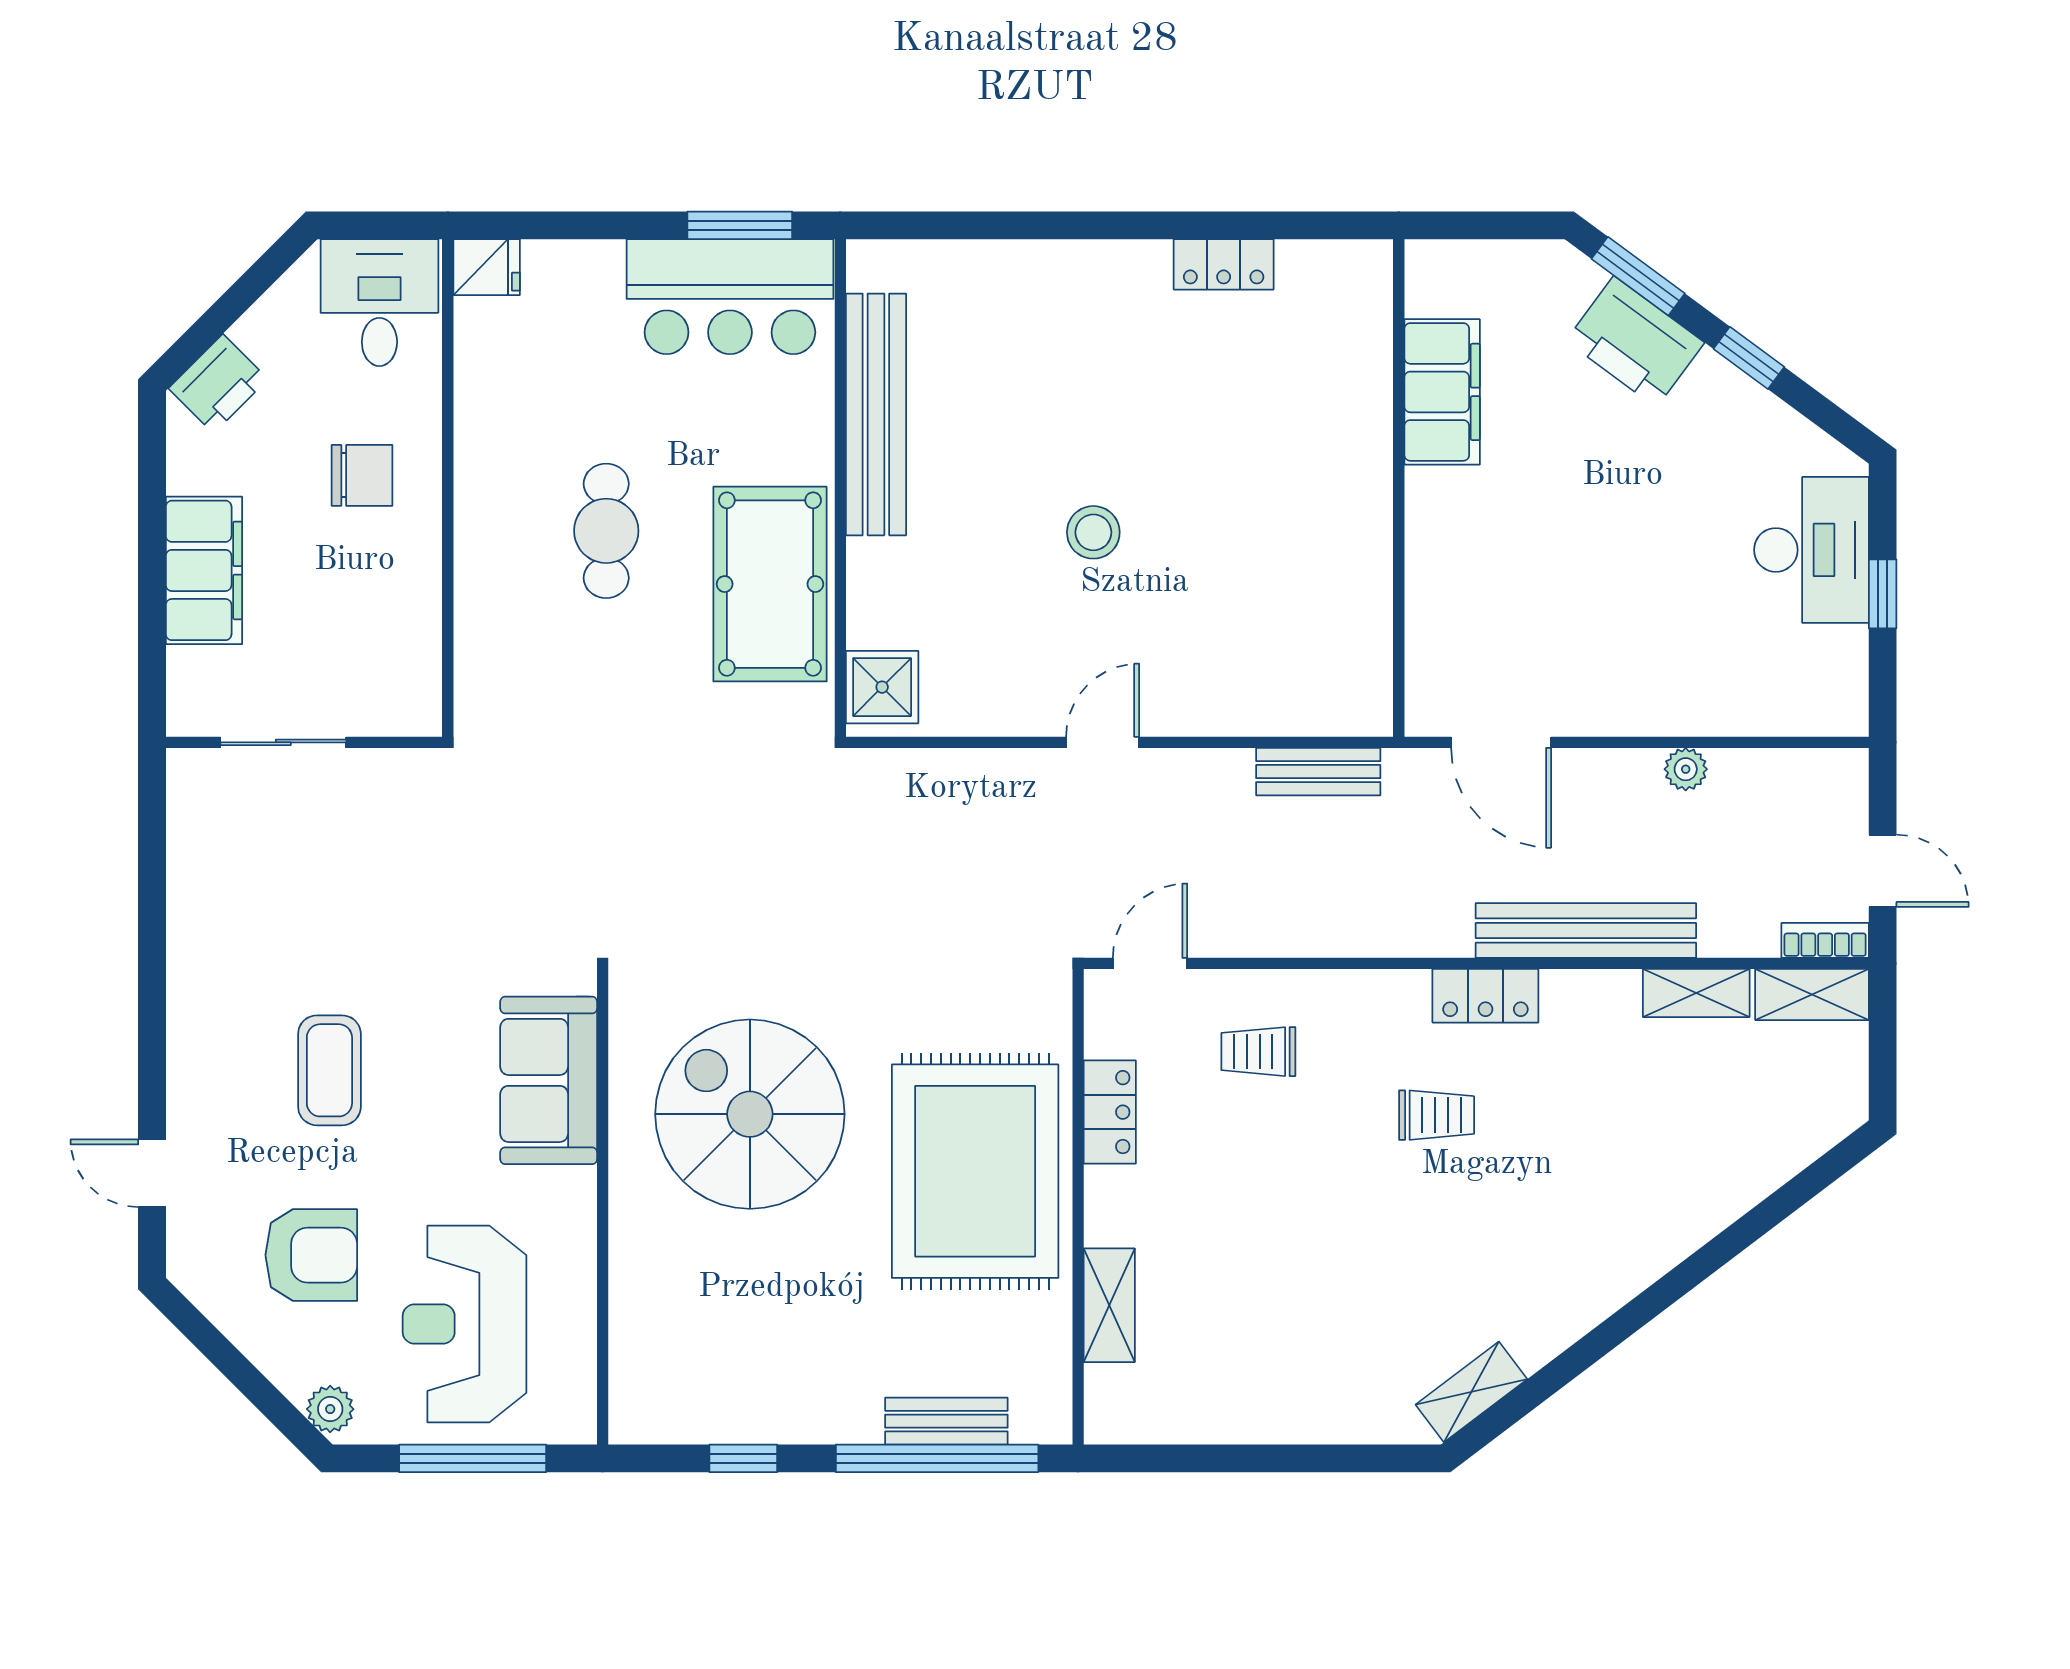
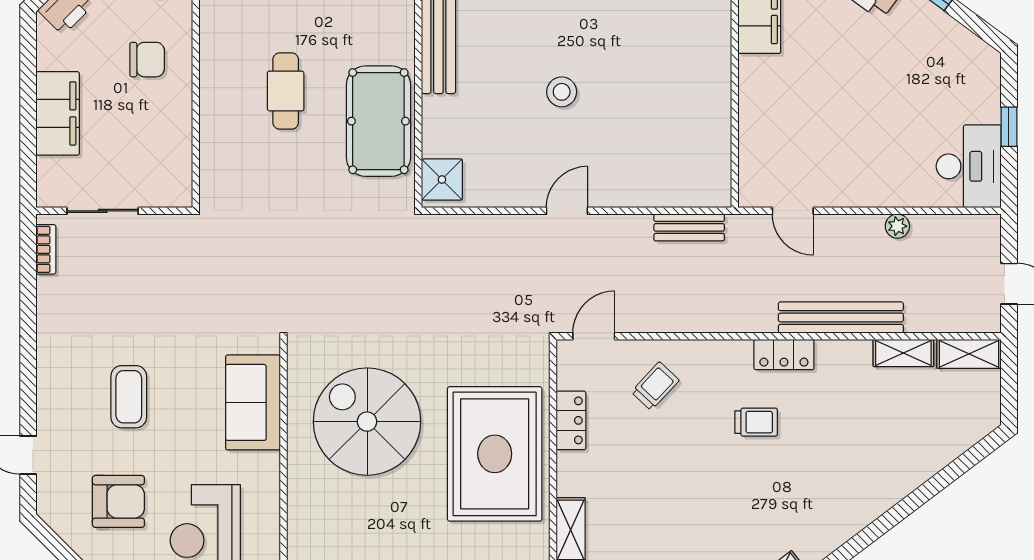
desk: (1811, 550) -> (969, 166), moved
door: (1501, 742) -> (793, 211), width x0.73
bookcase: (1825, 940) -> (46, 249), moved, turned 90
trolley: (1258, 1052) -> (655, 386), turned 133

